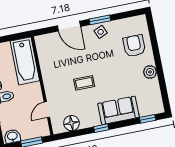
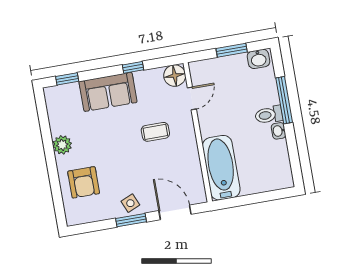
bathtub: (25, 61) -> (221, 168), moved
wall: (42, 86) -> (198, 132), moved
door: (47, 110) -> (192, 98), moved

